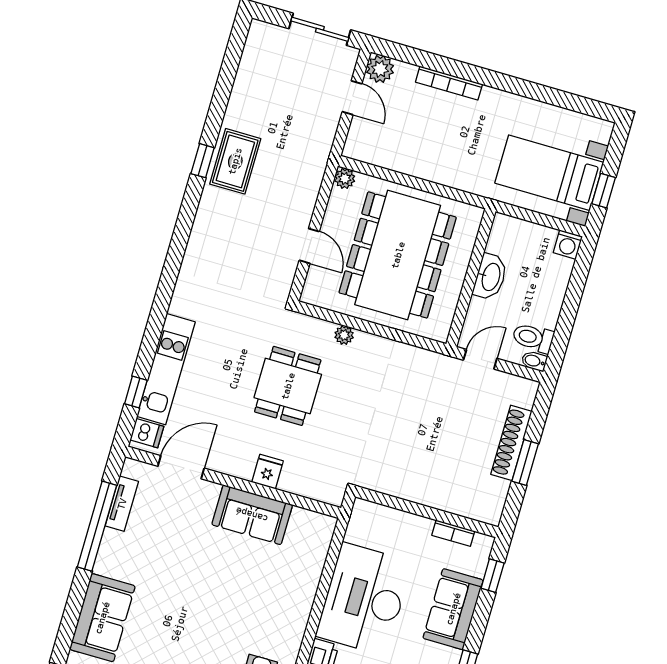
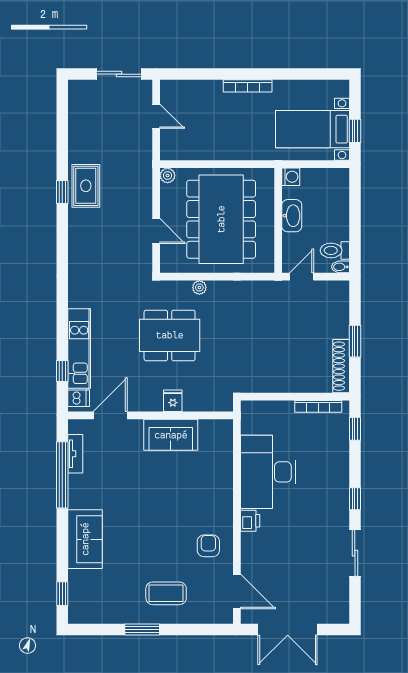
plant: (380, 69) -> (170, 90), removed
bookcase: (449, 83) -> (248, 86), moved
washing machine: (568, 245) -> (291, 177), moved, turned -90
dining table: (288, 386) -> (170, 335), width x1.38
shoe rack: (511, 443) -> (341, 366), moved
bookcase: (453, 533) -> (318, 406), width x1.56
sofa: (453, 609) -> (334, 461), removed

